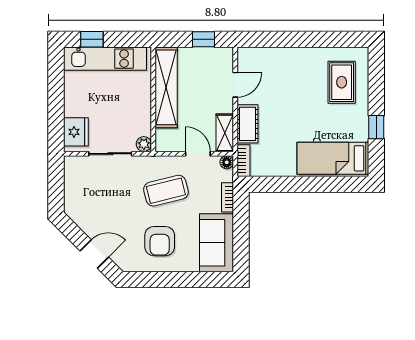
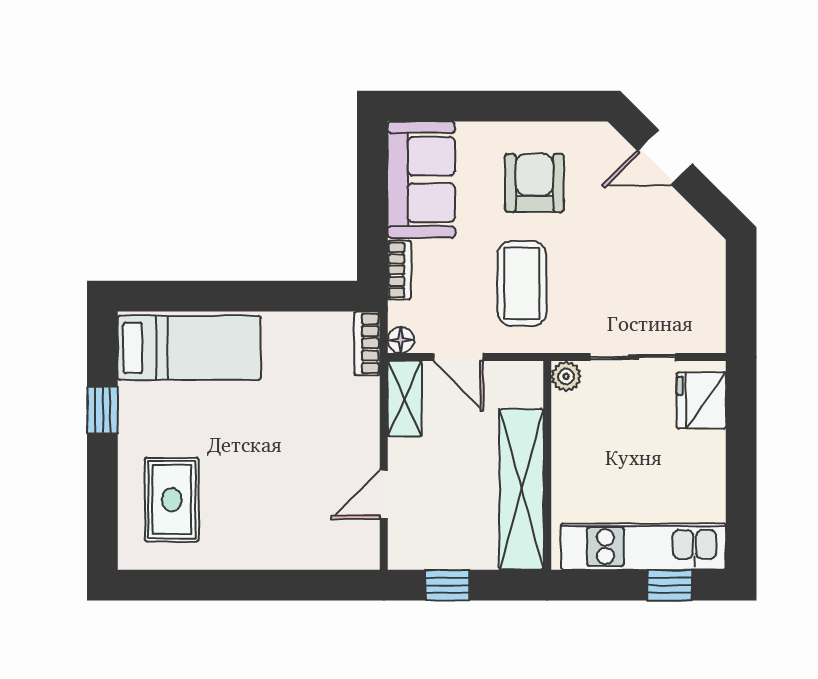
cot: (248, 124) -> (359, 417), removed
coffee table: (166, 191) -> (522, 283), turned -76

